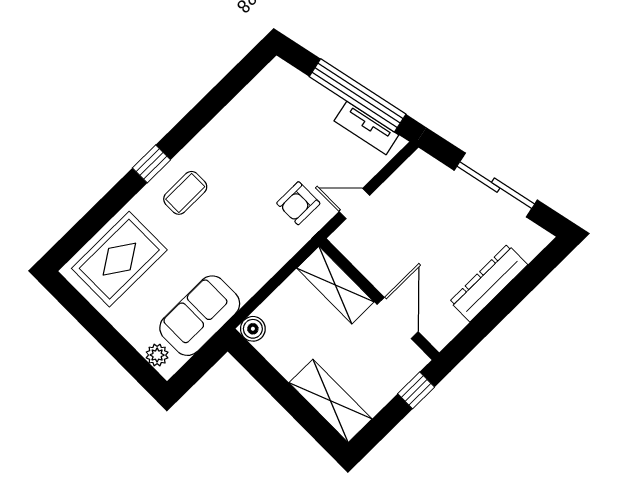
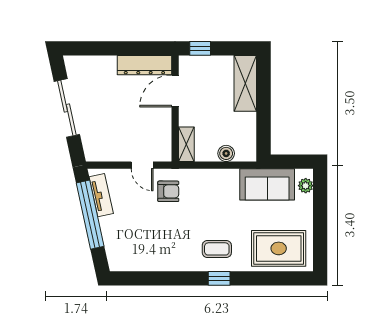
dresser: (489, 283) -> (144, 65), moved
shelving: (335, 285) -> (186, 144), width x0.67, depth x0.75
boiler: (253, 329) -> (226, 153), moved

